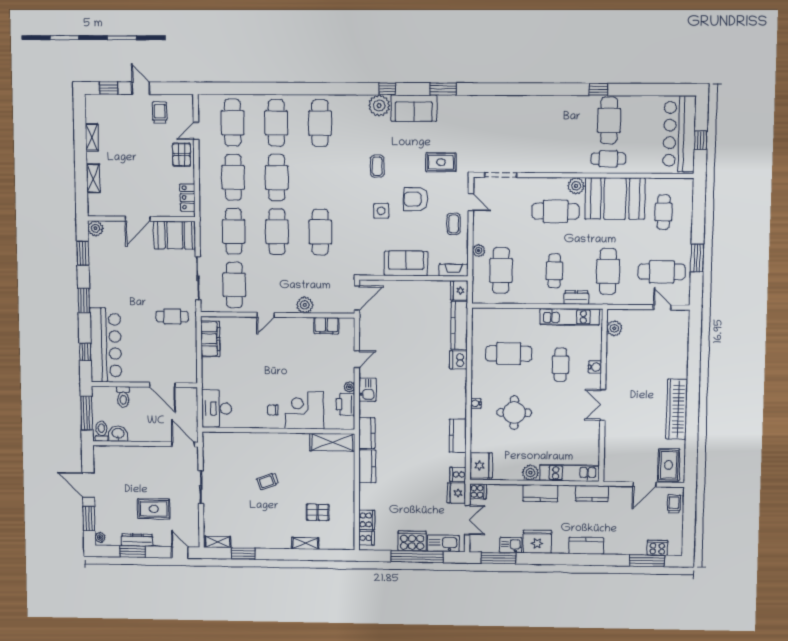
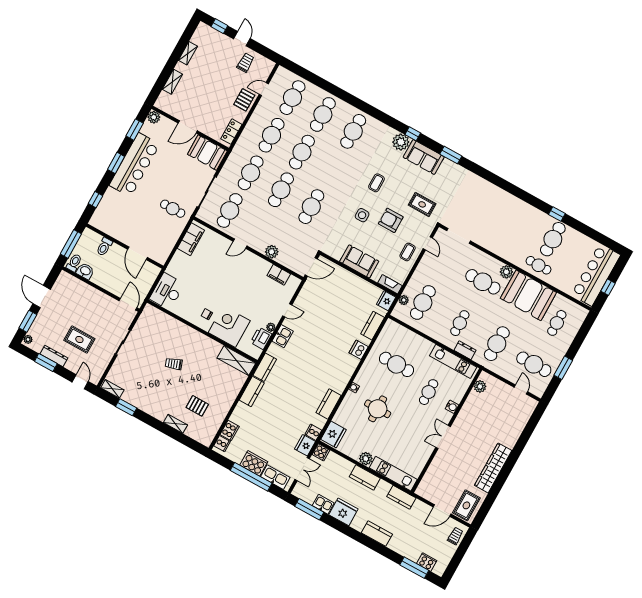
plant: (479, 251) -> (404, 300), moved
kitchen counter: (459, 326) -> (373, 326), width x0.67
bar counter: (106, 345) -> (135, 165), moved

